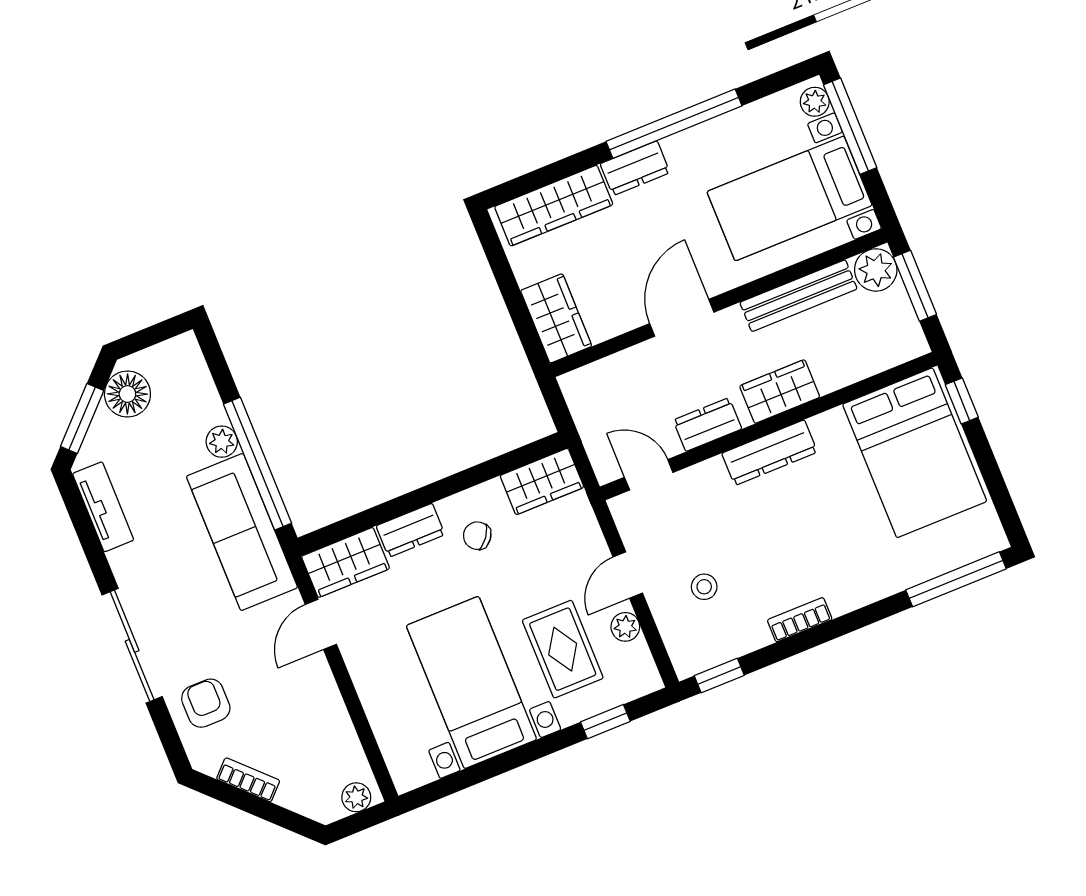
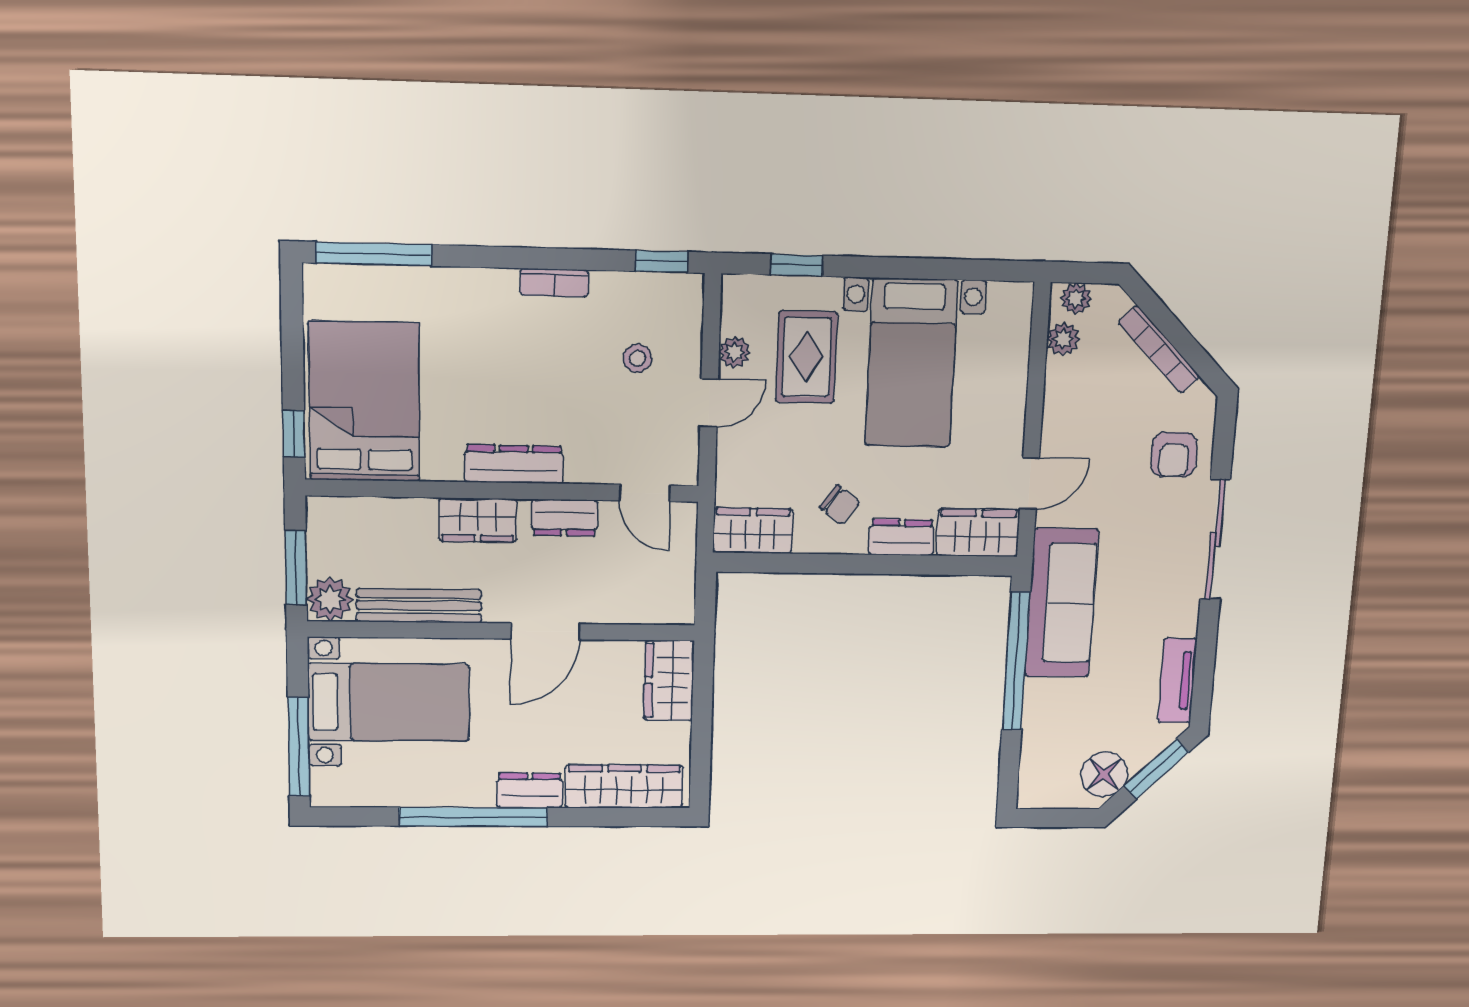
plant: (815, 102) -> (325, 784), removed
plant: (222, 442) -> (1063, 339), moved
bookcase: (248, 780) -> (1159, 349), width x1.56

